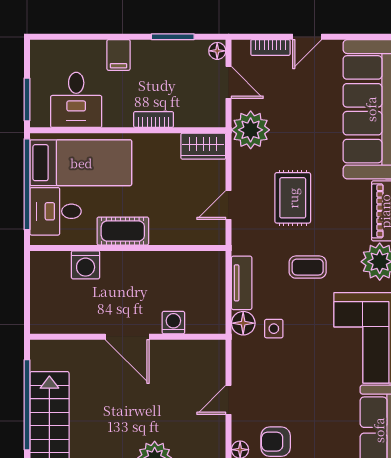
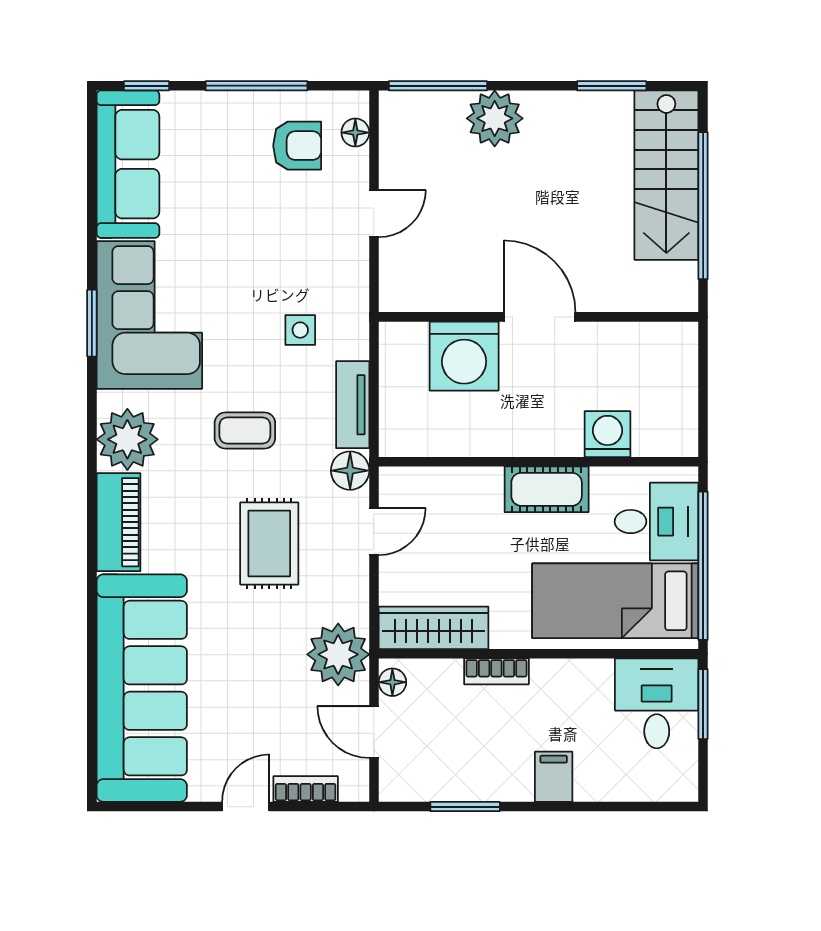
floor lamp: (217, 51) -> (392, 682), moved
desk: (76, 100) -> (657, 703), moved
wardrobe: (203, 146) -> (434, 628), width x1.50
washing machine: (173, 323) -> (464, 356), width x1.89, depth x1.89
floor lamp: (243, 323) -> (350, 471), moved

